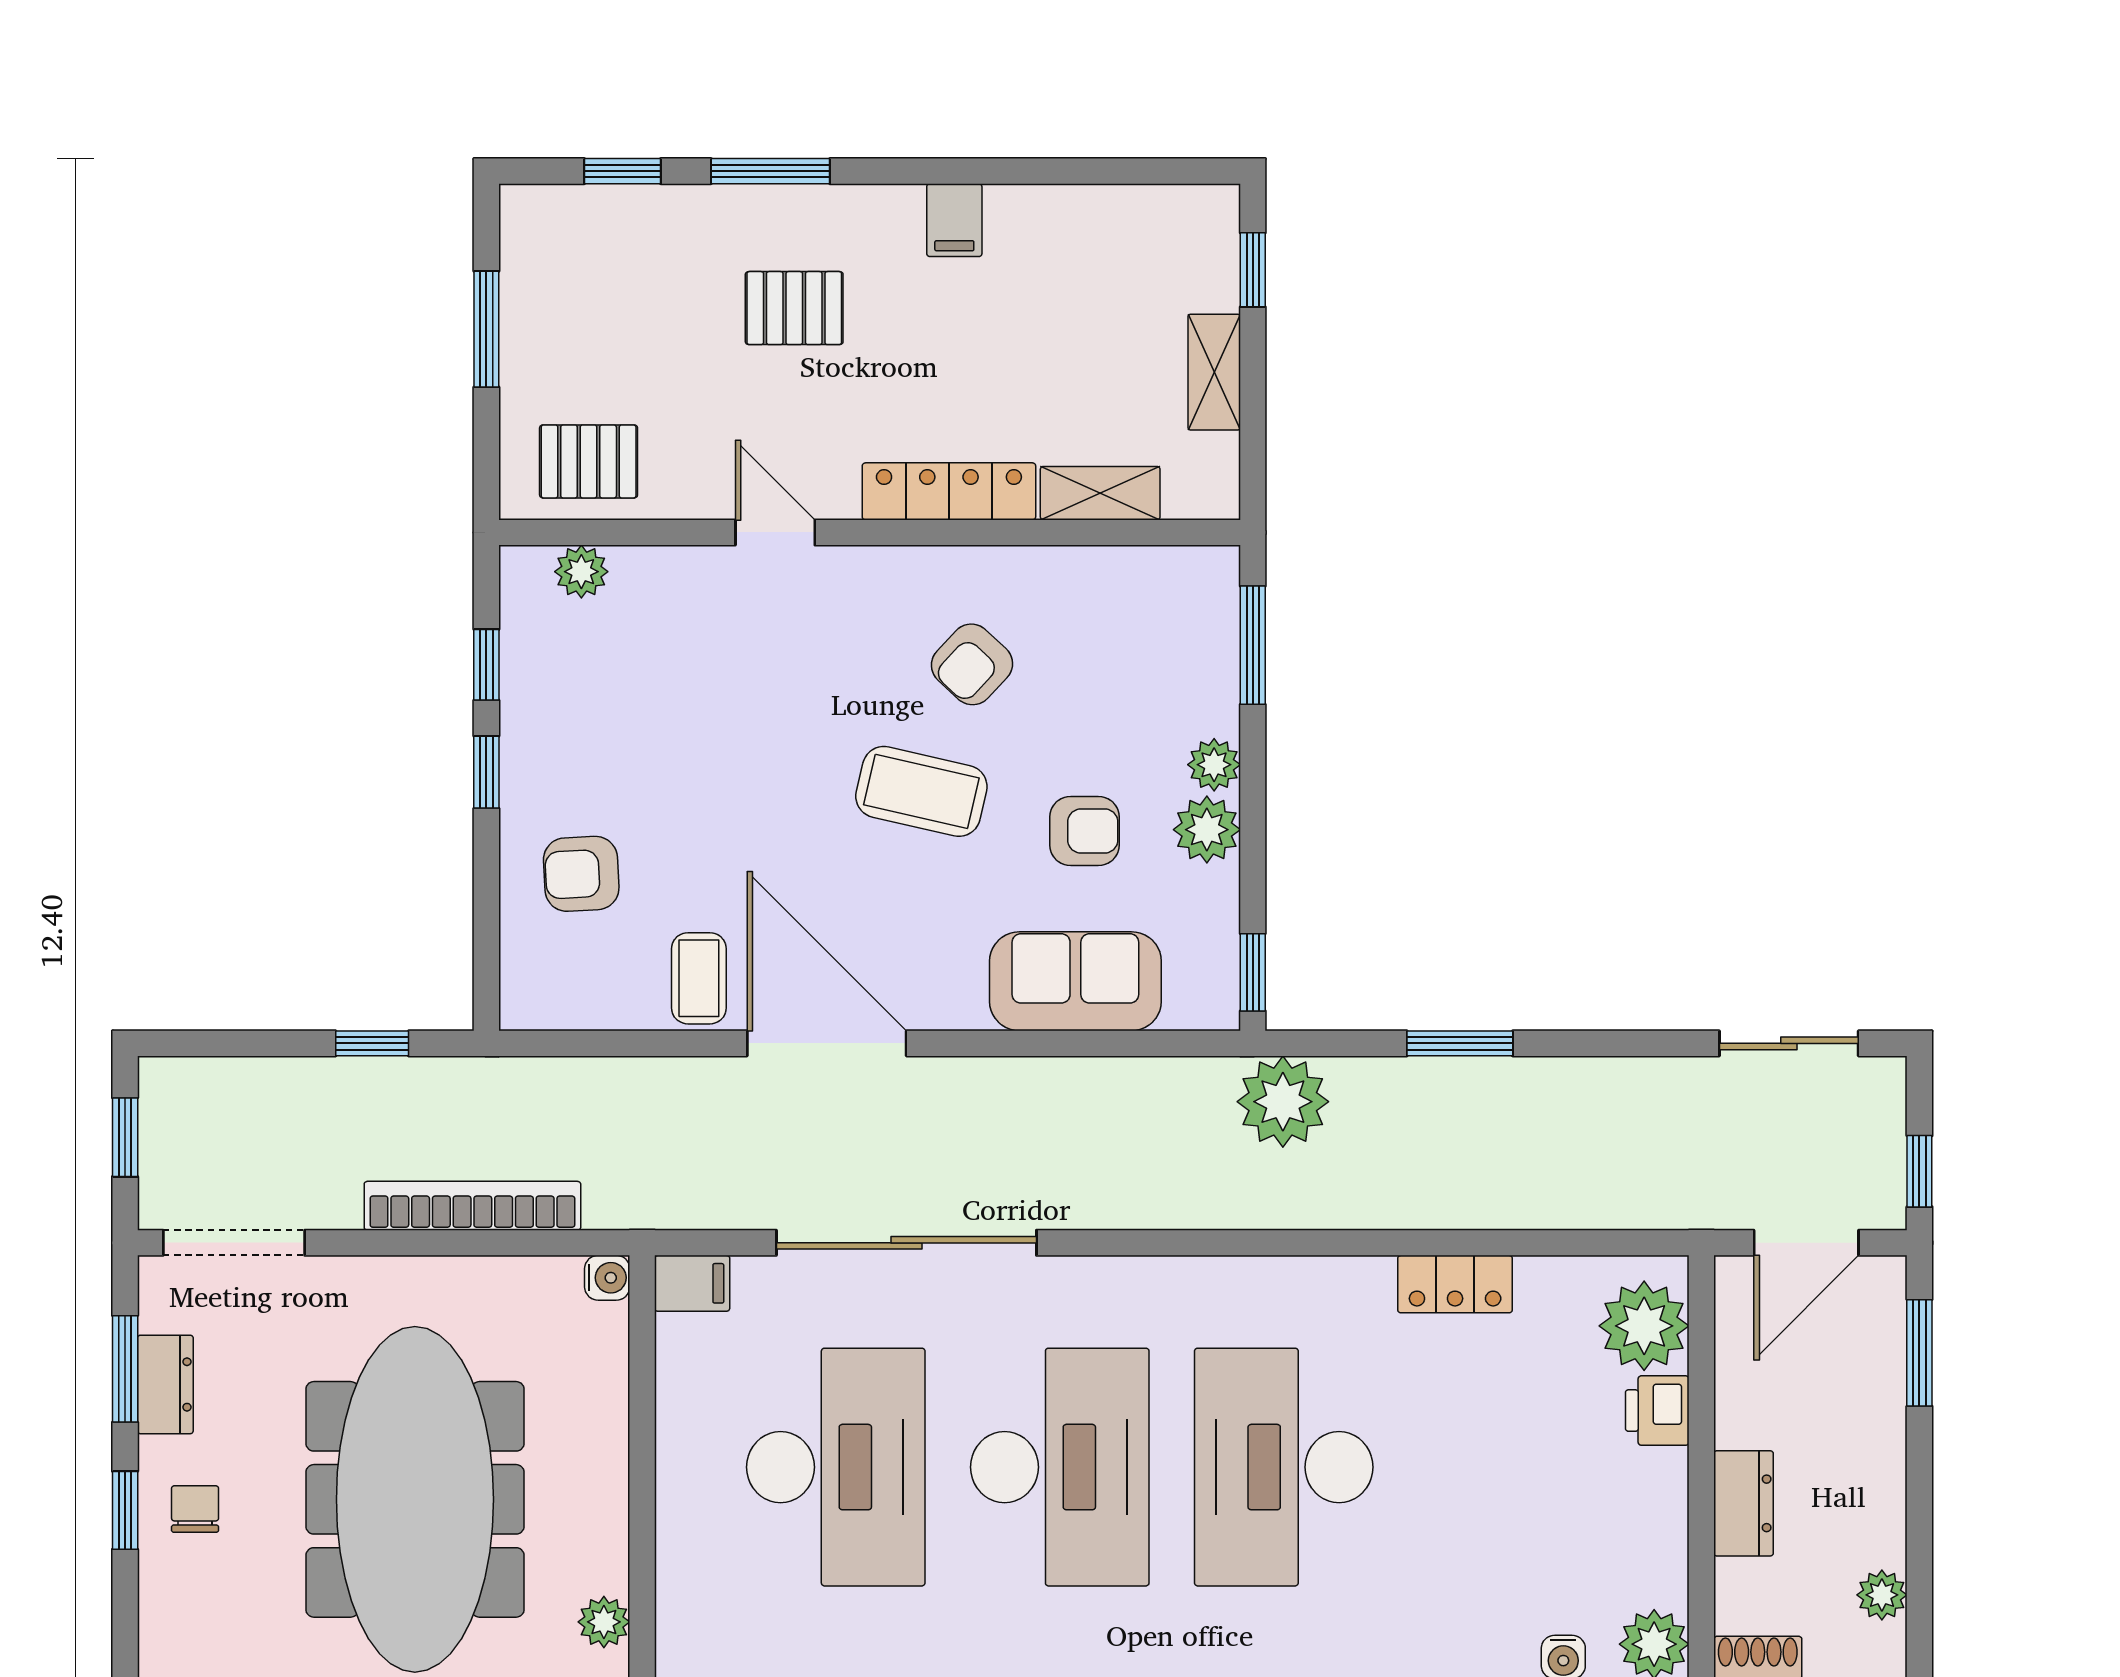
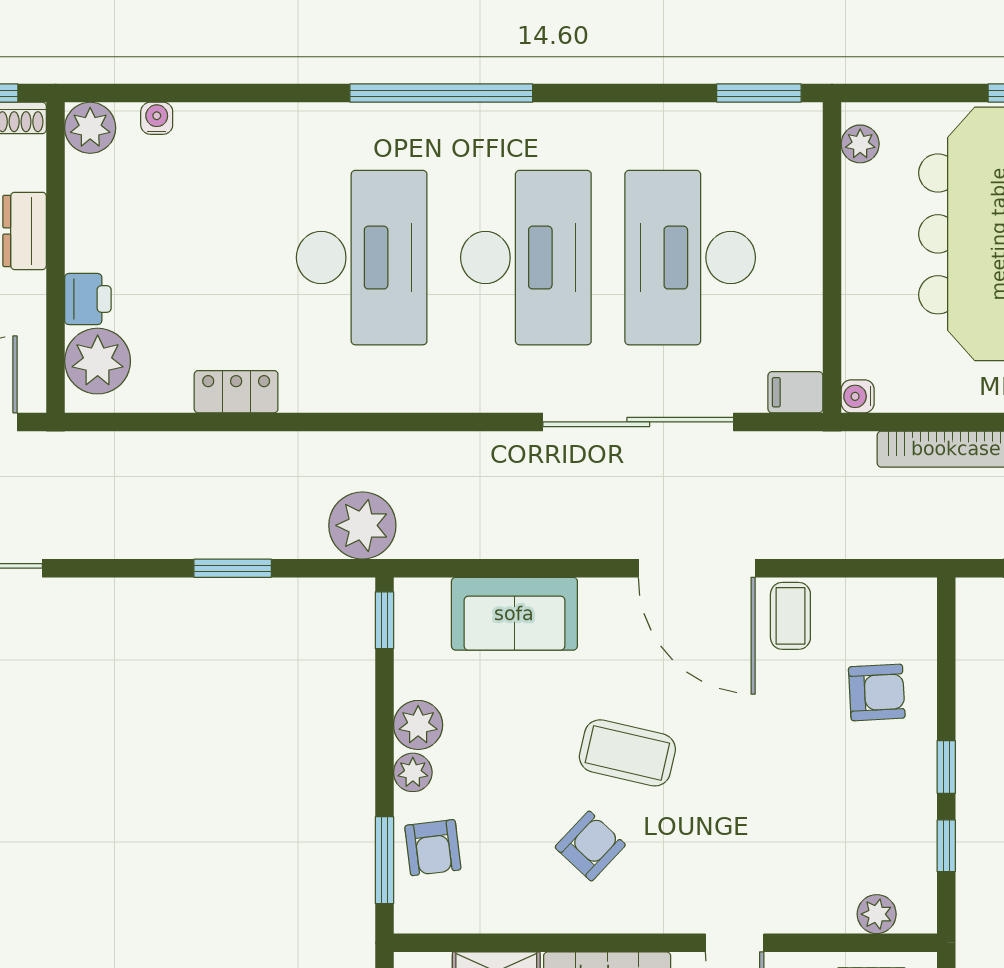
armchair: (1084, 831) -> (433, 848), moved, turned -97
desk: (1060, 1467) -> (526, 258), turned 180

